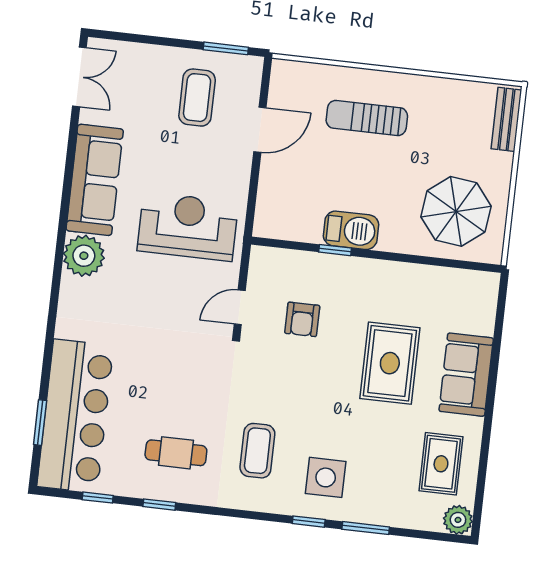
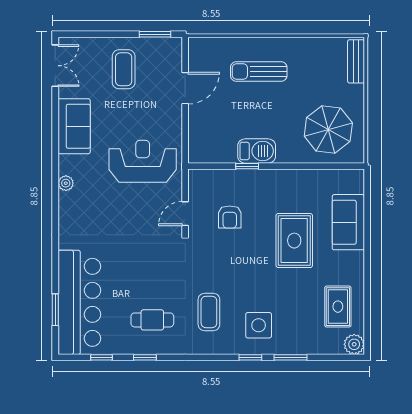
coffee table: (197, 98) -> (124, 69), moved
sofa: (95, 180) -> (74, 126), width x0.73
plant: (84, 256) -> (66, 183), width x0.53, depth x0.53
sofa: (466, 375) -> (348, 222), moved

